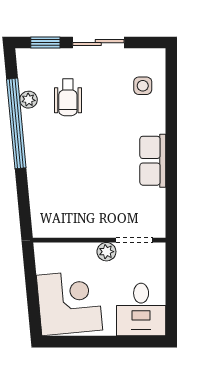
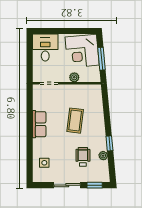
window: (16, 123) -> (109, 143), width x0.32
coffee table: (83, 168) -> (75, 121), added
plant: (106, 252) -> (74, 77), moved
window: (32, 288) -> (102, 59), added

